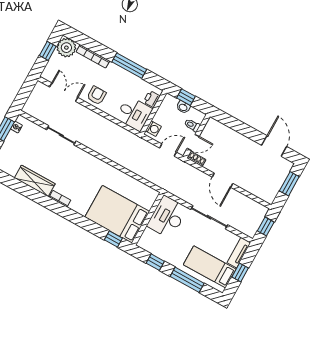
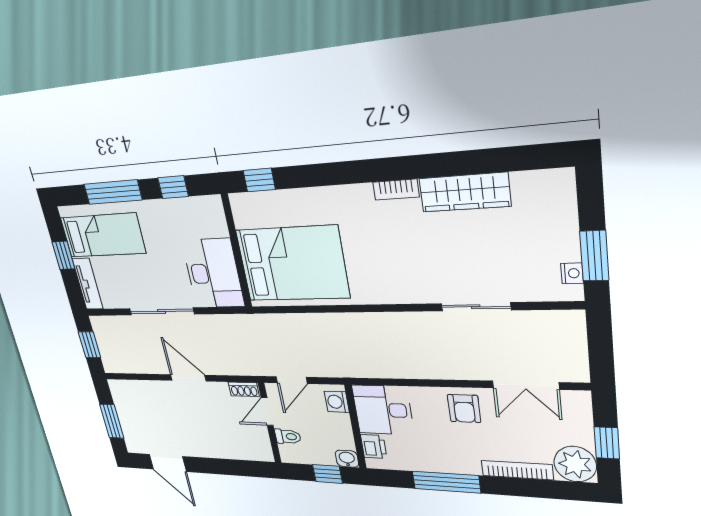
washbasin: (183, 107) -> (347, 459), moved
bed: (117, 214) -> (292, 264), moved

